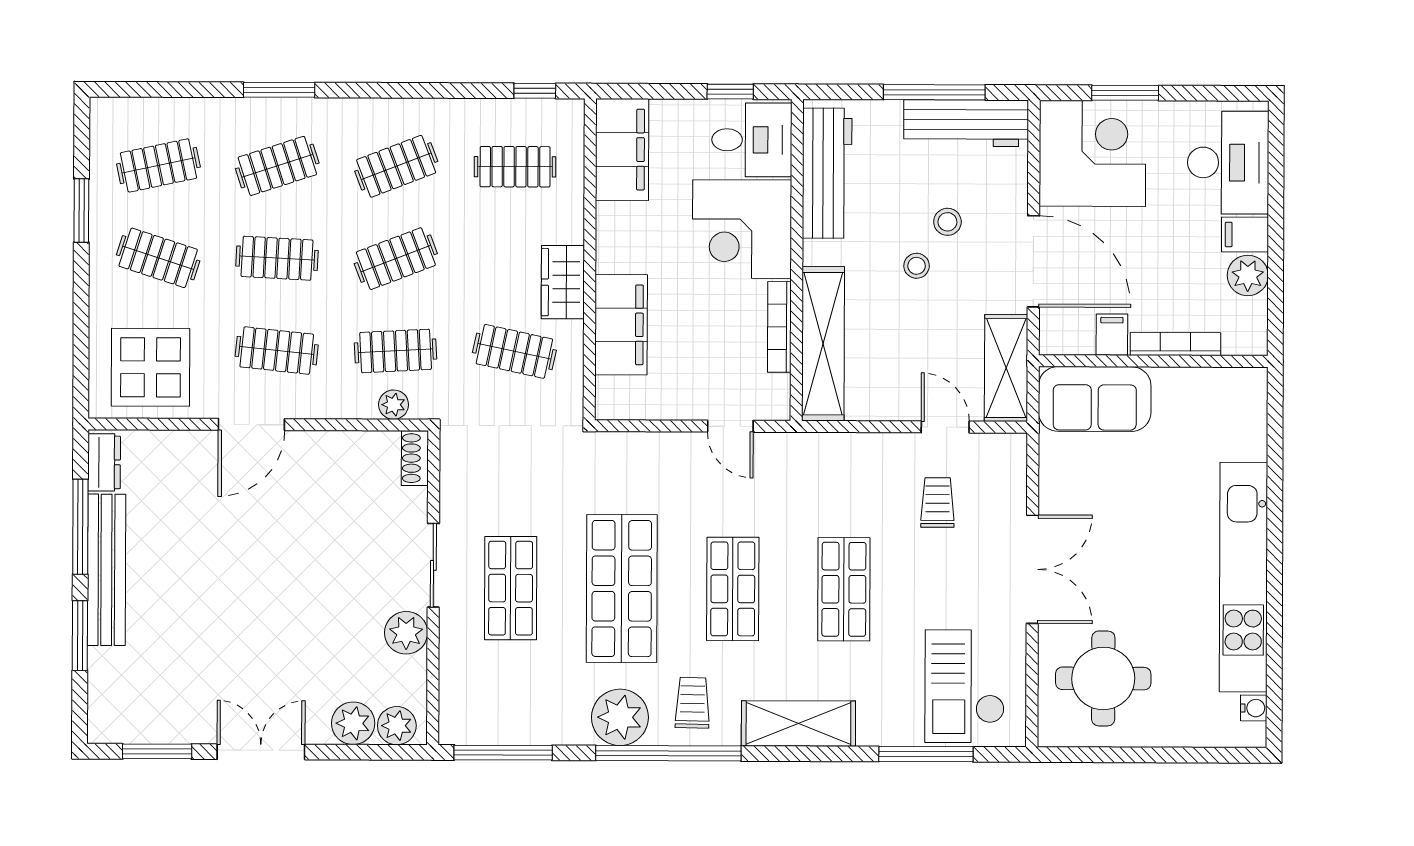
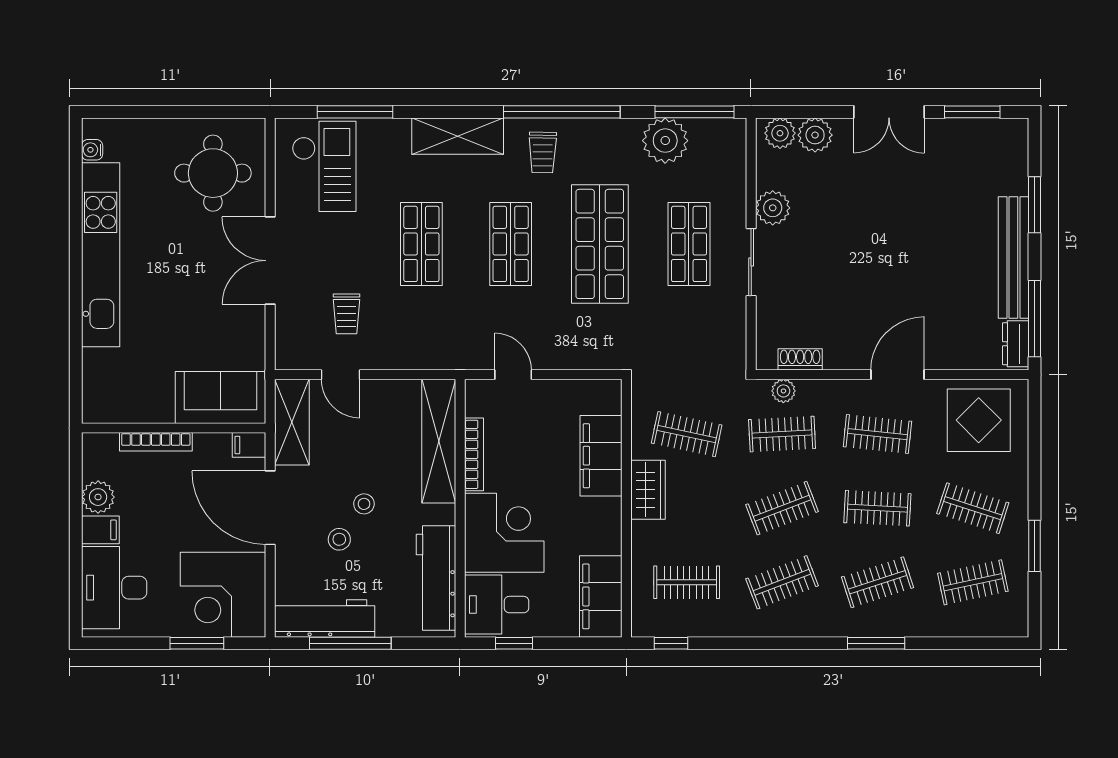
filing cabinet: (1112, 335) -> (249, 445), moved, turned 90
shoe rack: (415, 458) -> (800, 359), moved, turned -90
window: (80, 527) -> (1035, 319), moved
plant: (620, 717) -> (665, 141), moved

